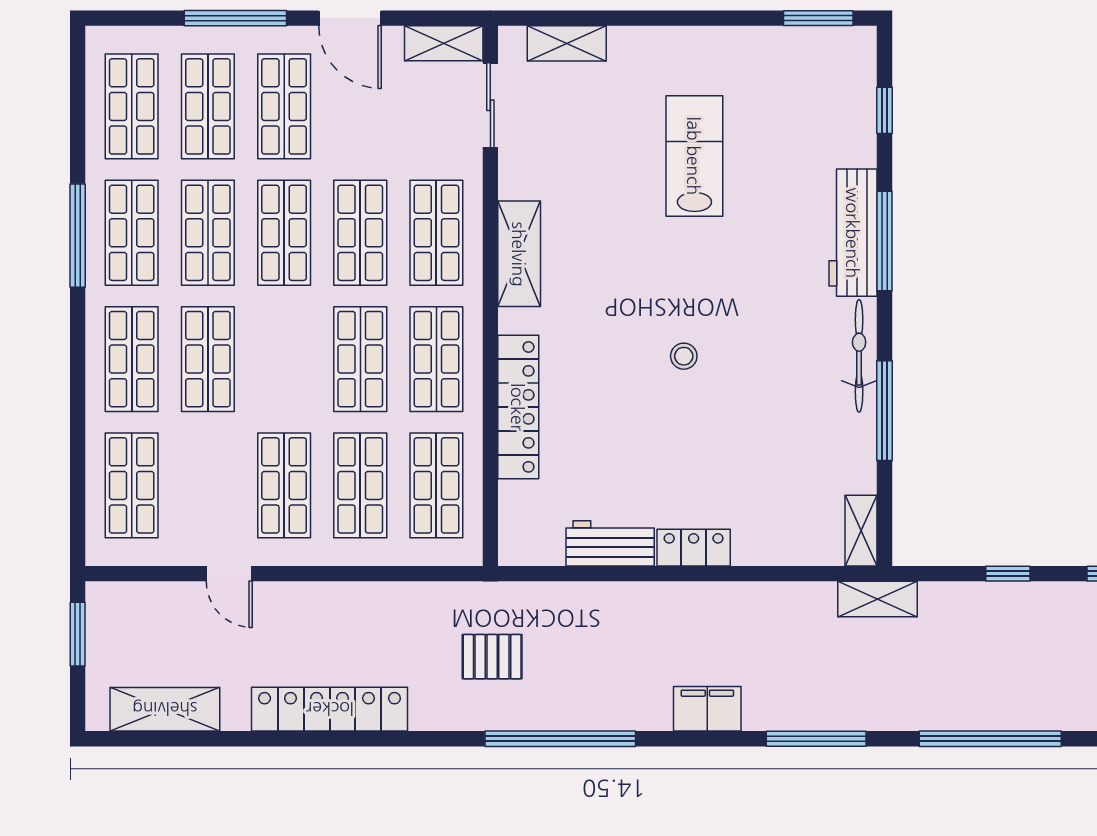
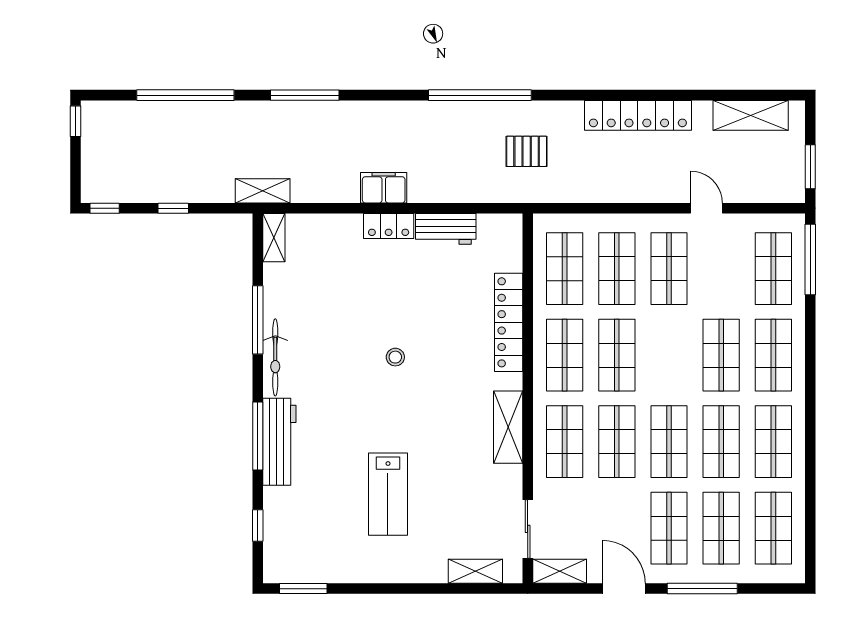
window: (78, 236) -> (810, 259), moved
filing cabinet: (707, 709) -> (384, 188), moved, turned 180

